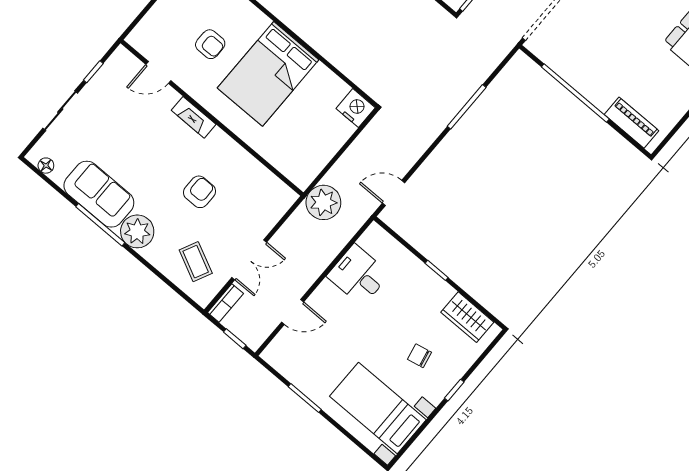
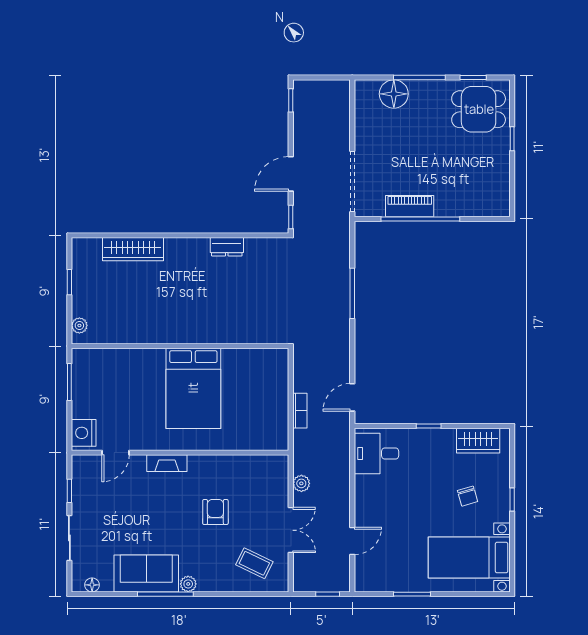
armchair: (210, 44) -> (135, 402), removed
nightstand: (356, 108) -> (84, 433), moved, turned -90
piano: (632, 123) -> (410, 206), moved
plant: (323, 202) -> (301, 483), moved, width x0.53, depth x0.53
plant: (137, 231) -> (188, 584), width x0.53, depth x0.53
desk: (358, 275) -> (376, 454), moved
bookcase: (225, 303) -> (300, 411), moved
chair: (420, 356) -> (468, 496), turned -94

